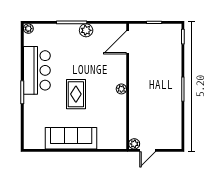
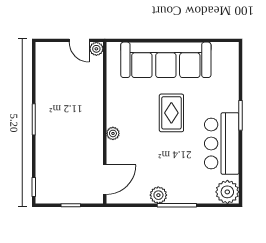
plant: (28, 29) -> (227, 192), width x1.87, depth x1.87
plant: (121, 89) -> (113, 133), moved
sofa: (71, 138) -> (166, 60), width x1.36, depth x1.27
door: (148, 150) -> (79, 40), swing flipped

